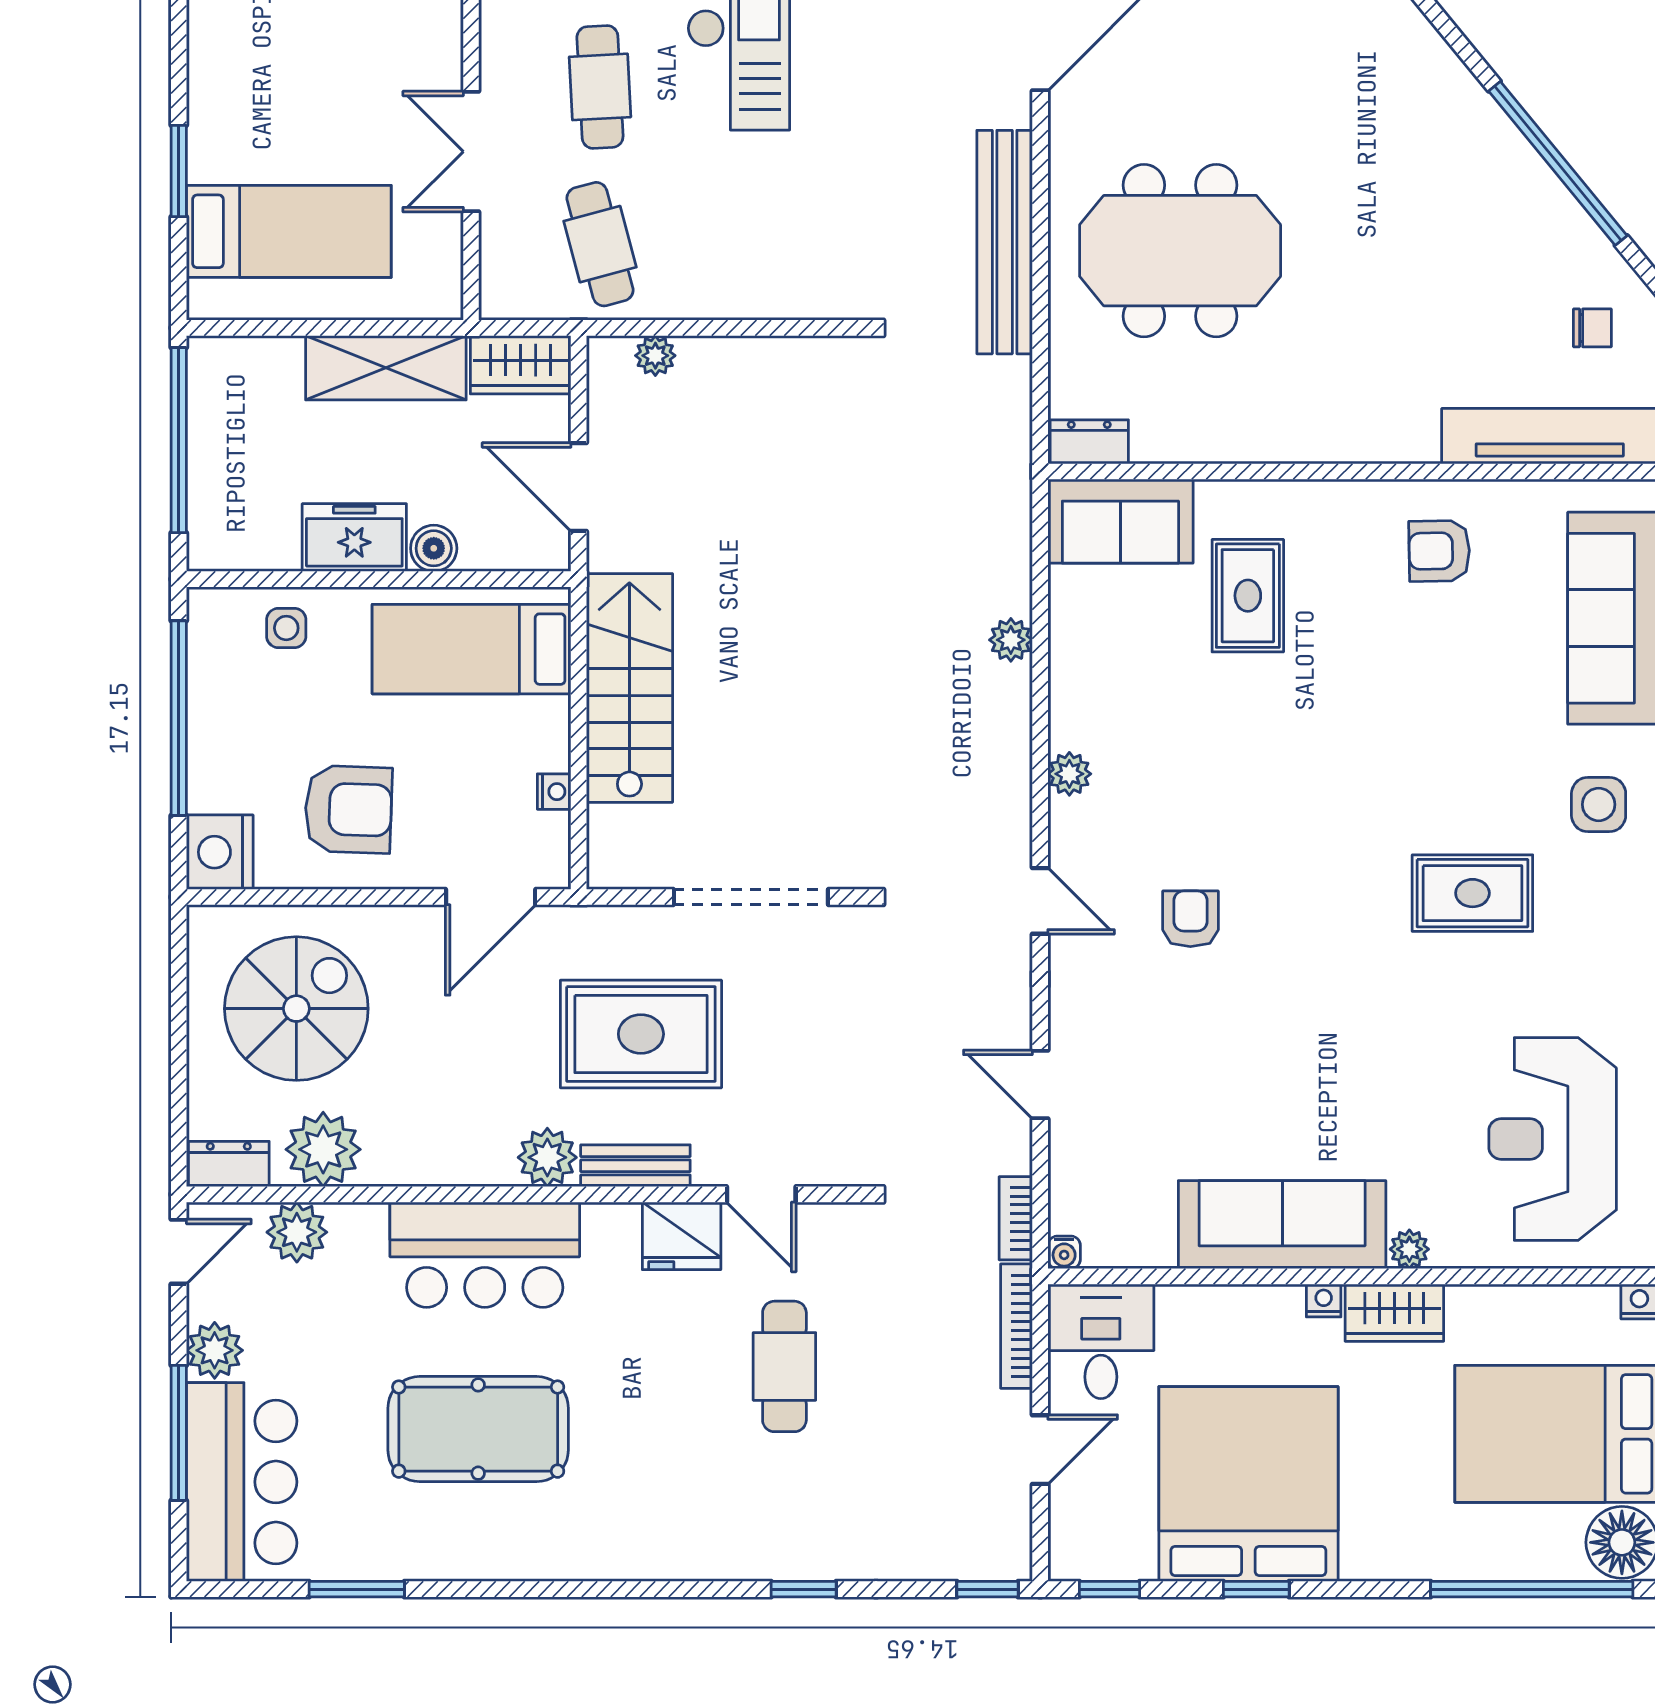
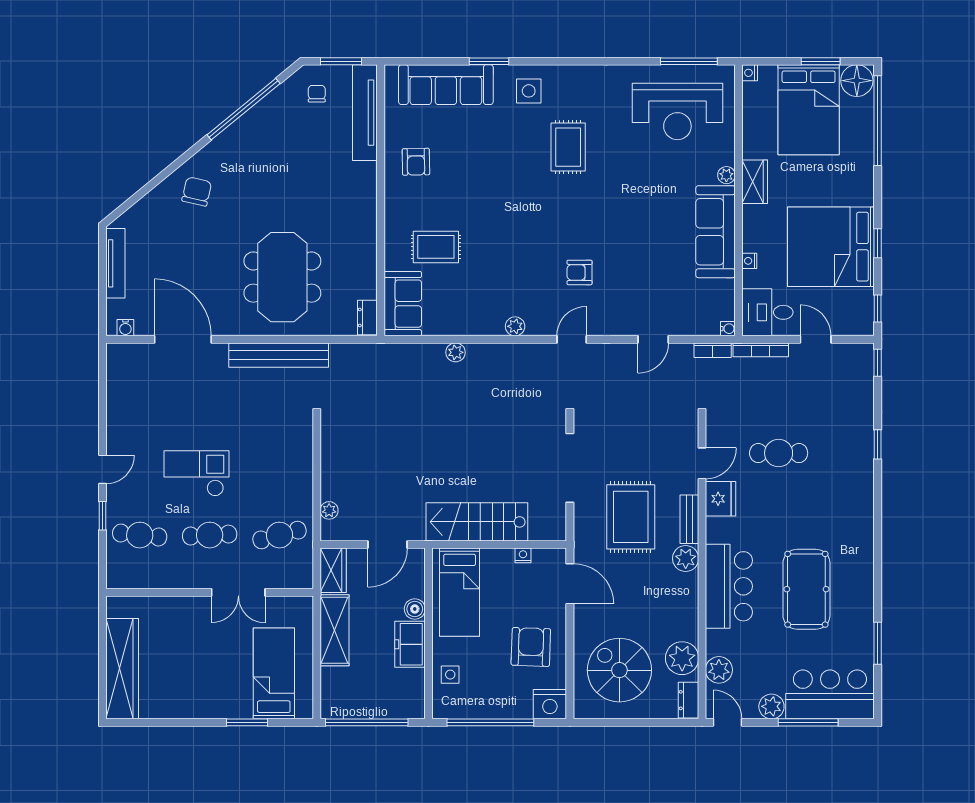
chair: (1373, 58) -> (197, 191), added
nightstand: (1324, 1300) -> (749, 261), moved

